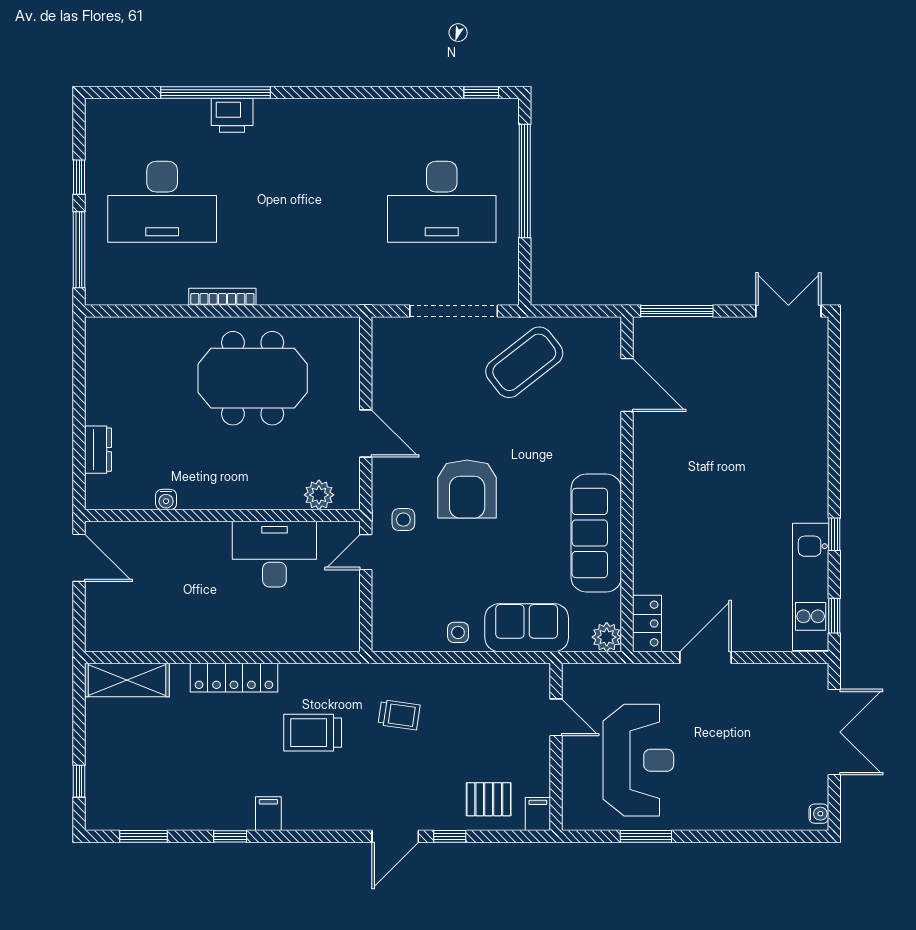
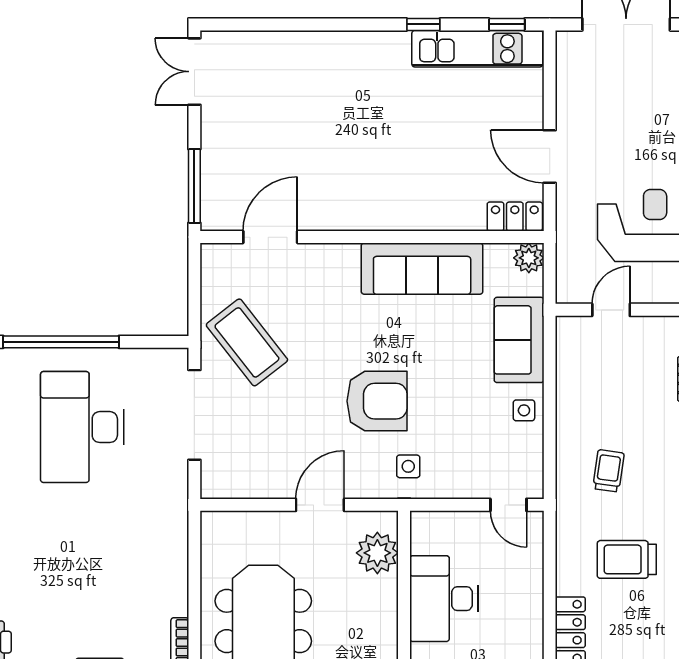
desk: (442, 202) -> (82, 427), turned 180
plant: (319, 495) -> (377, 553), width x1.36, depth x1.36
door: (366, 552) -> (508, 505), moved
trolley: (313, 733) -> (627, 559), turned 90

